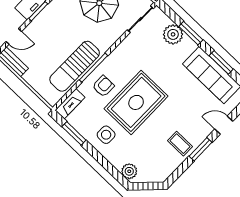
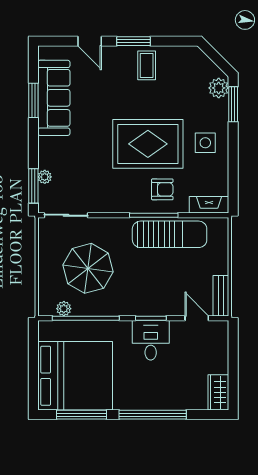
window: (191, 33) -> (33, 186), moved
plant: (173, 34) -> (45, 177), width x0.53, depth x0.53
armchair: (103, 86) -> (162, 189), turned 180
window: (74, 133) -> (233, 104), moved

